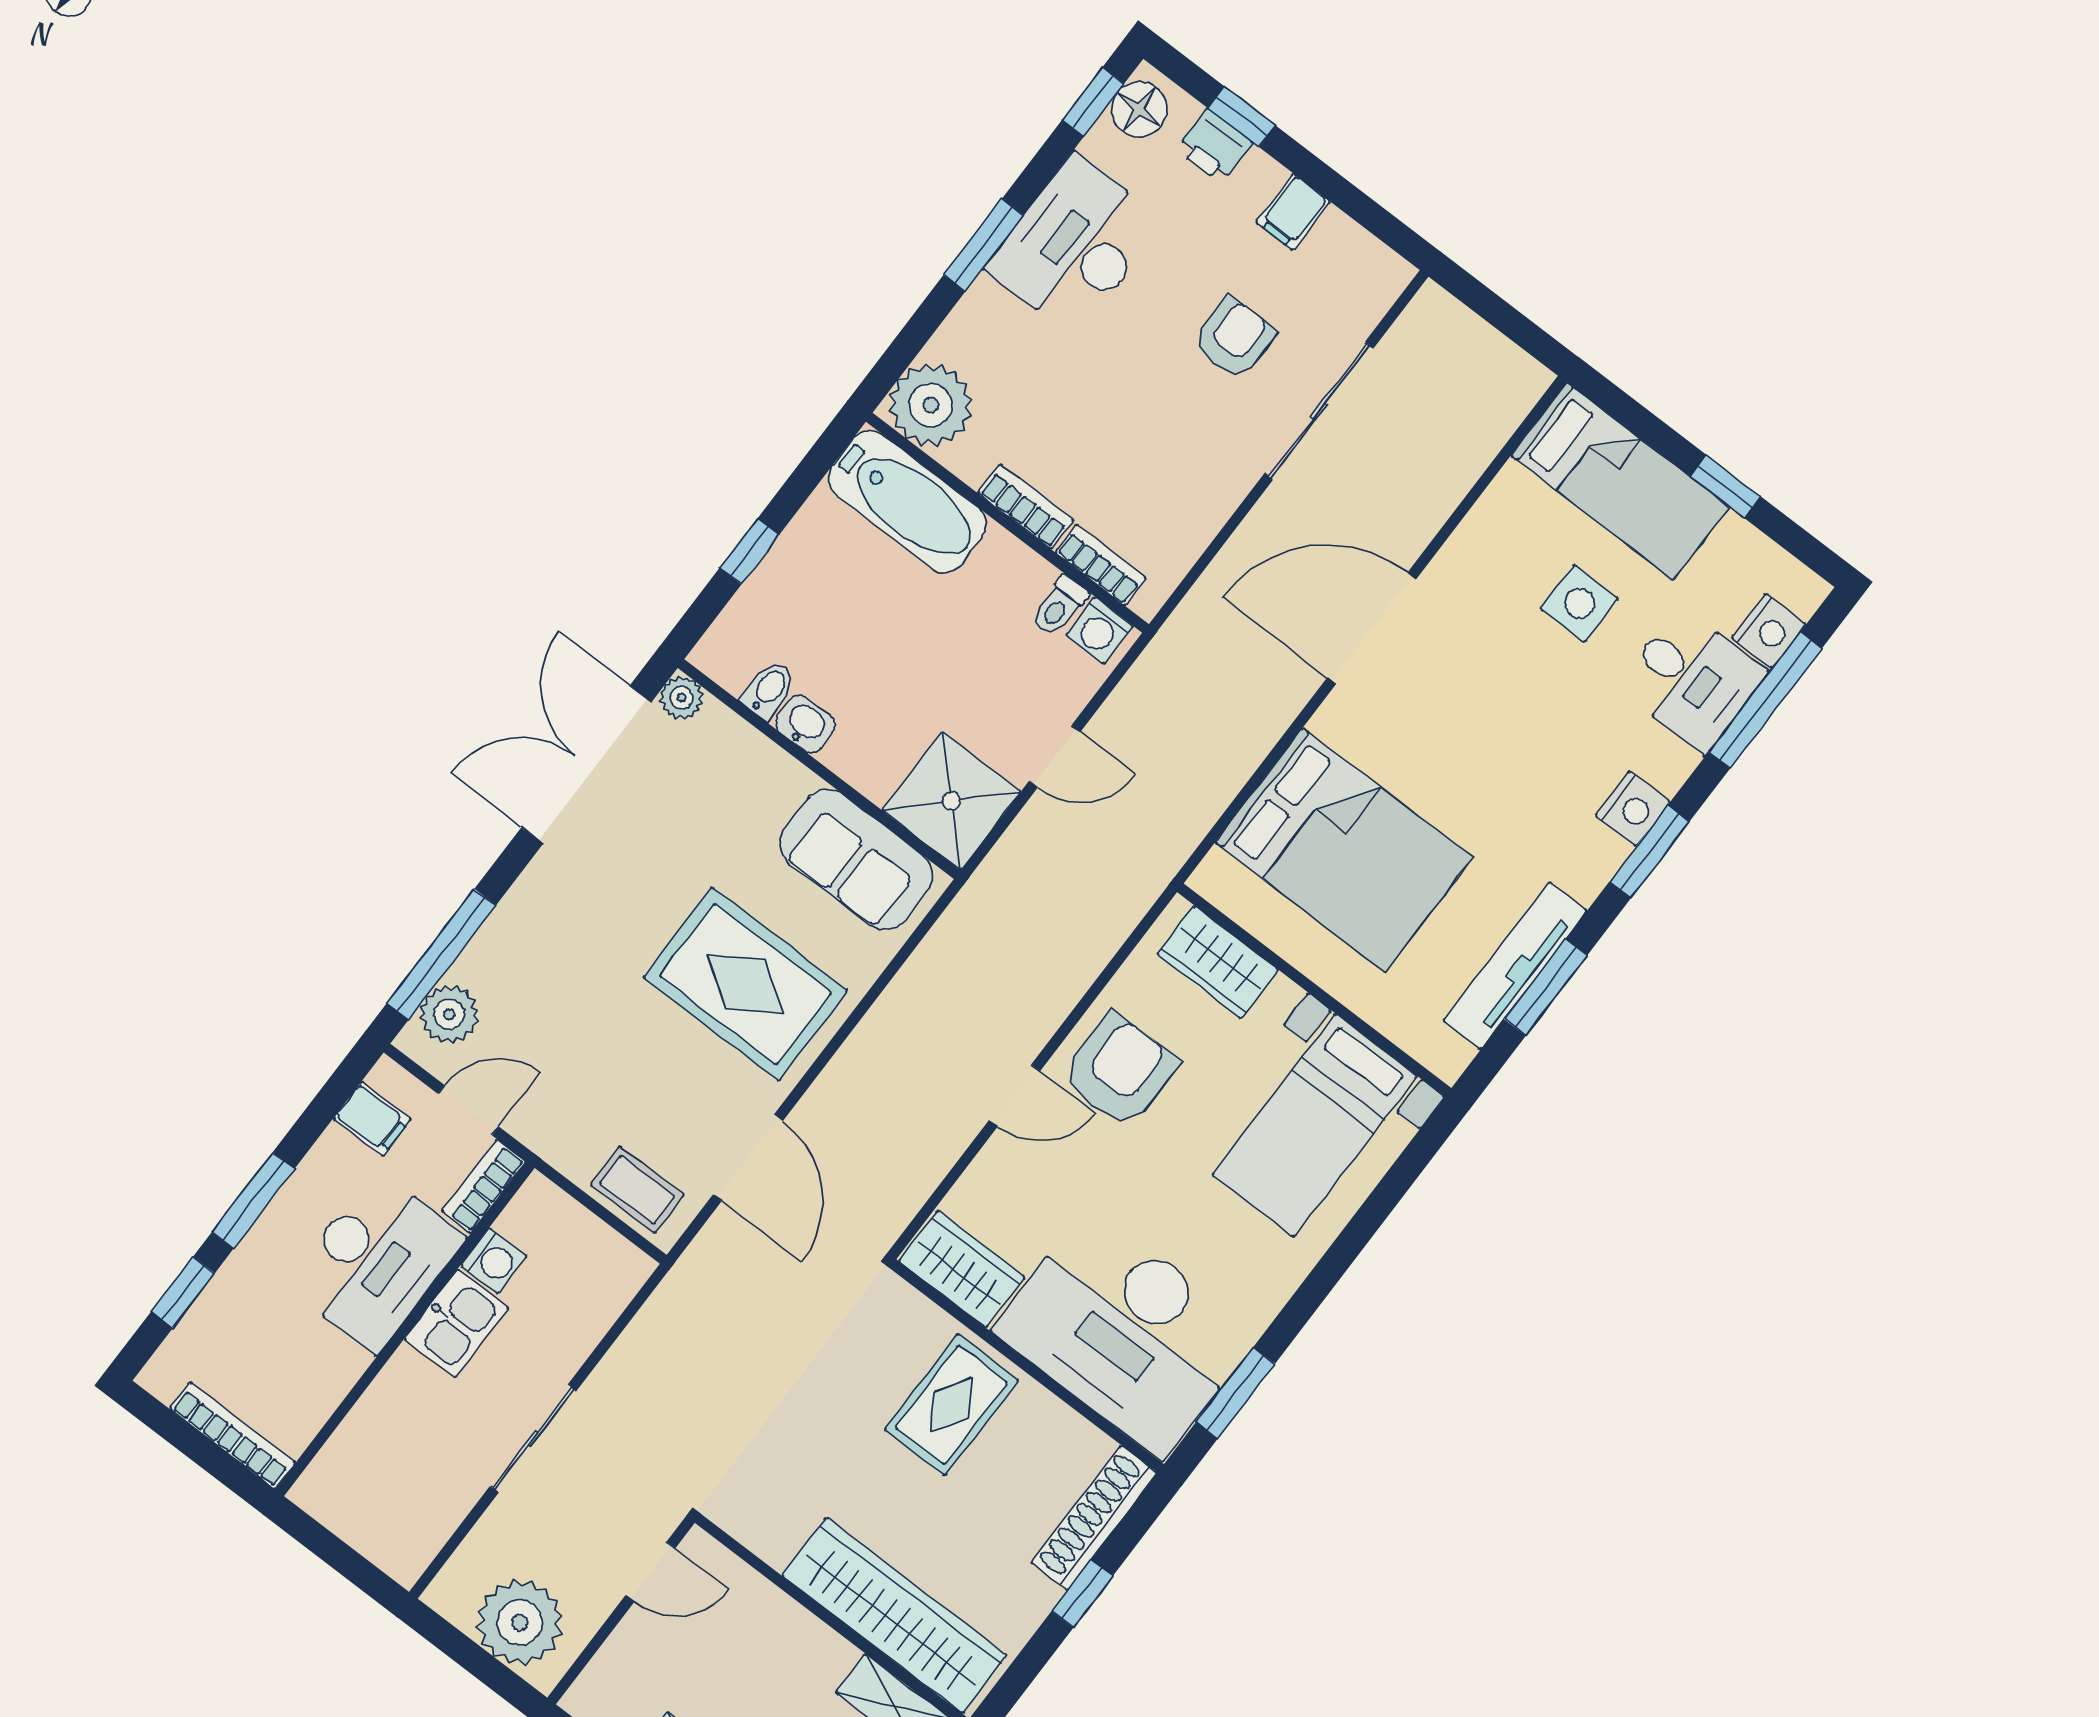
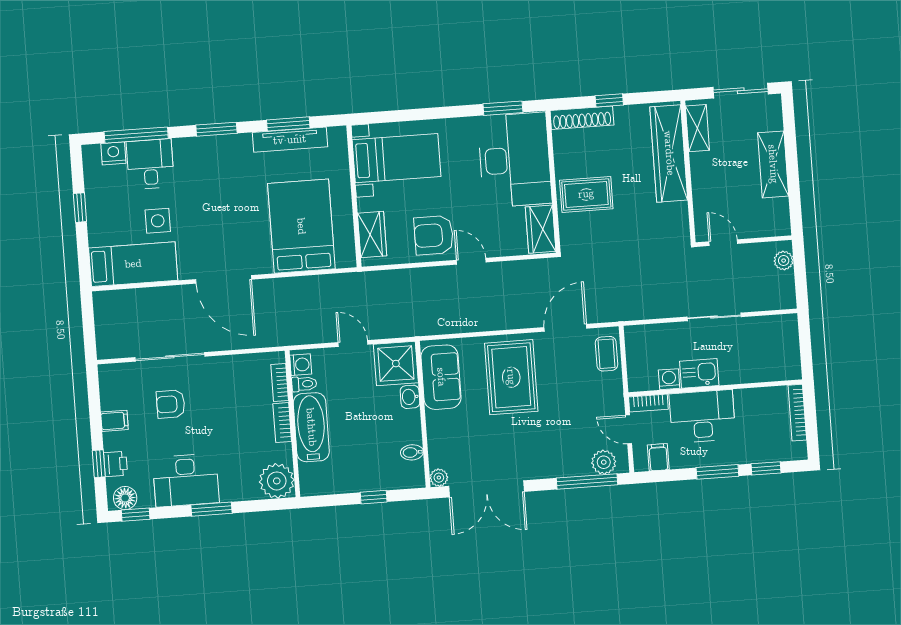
bed: (1620, 481) -> (133, 264), moved, turned 90
bathtub: (907, 501) -> (311, 427), moved
washbasin: (805, 724) -> (410, 397), moved
nightstand: (1633, 809) -> (208, 147), removed
plant: (520, 1622) -> (784, 261), width x0.53, depth x0.53

